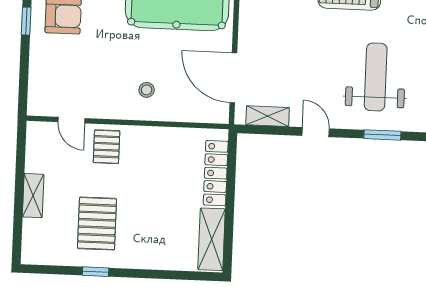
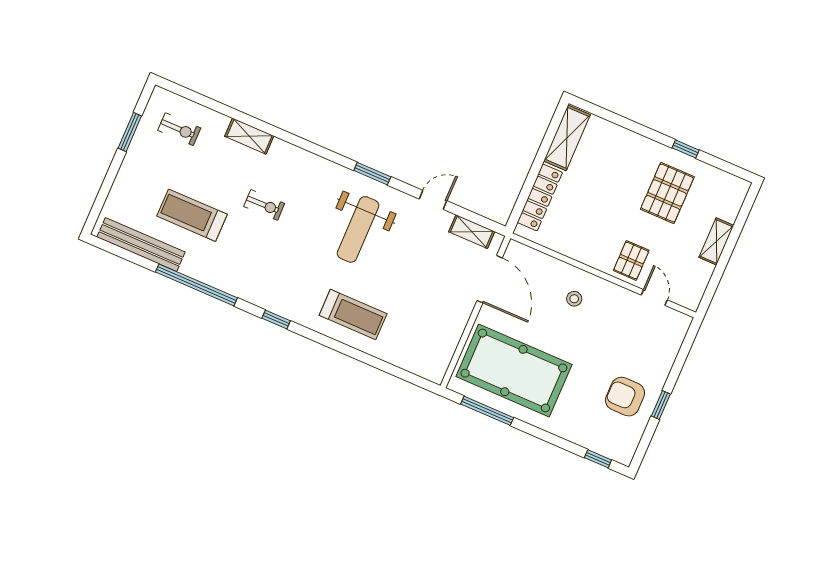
door: (316, 132) -> (433, 200), swing flipped

